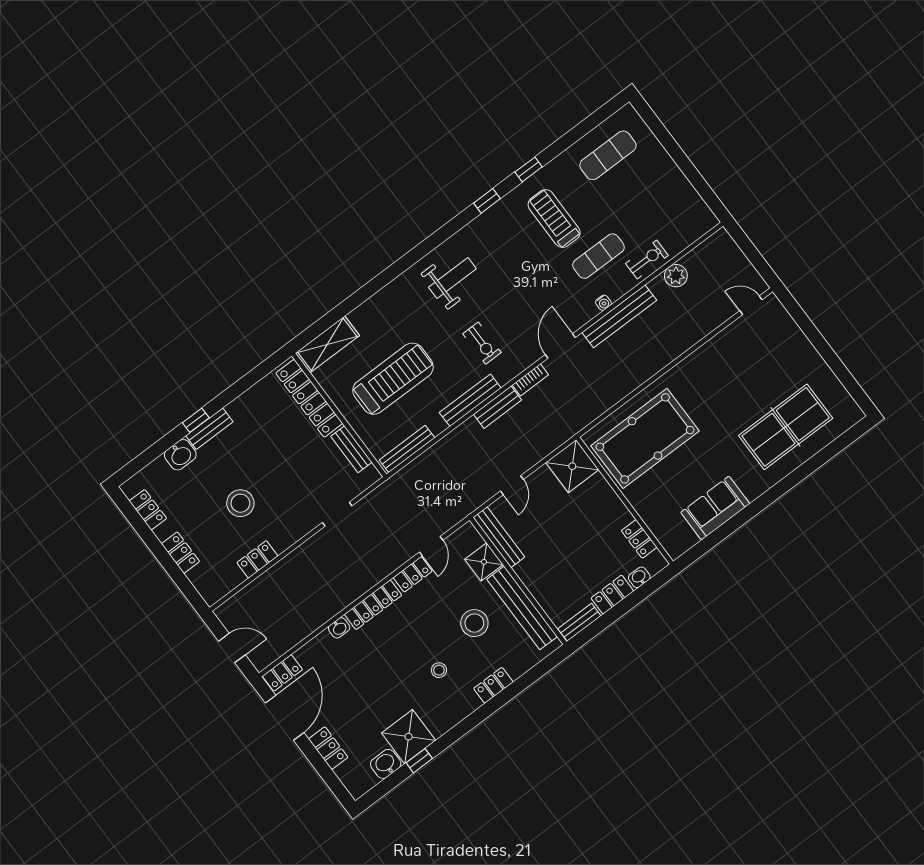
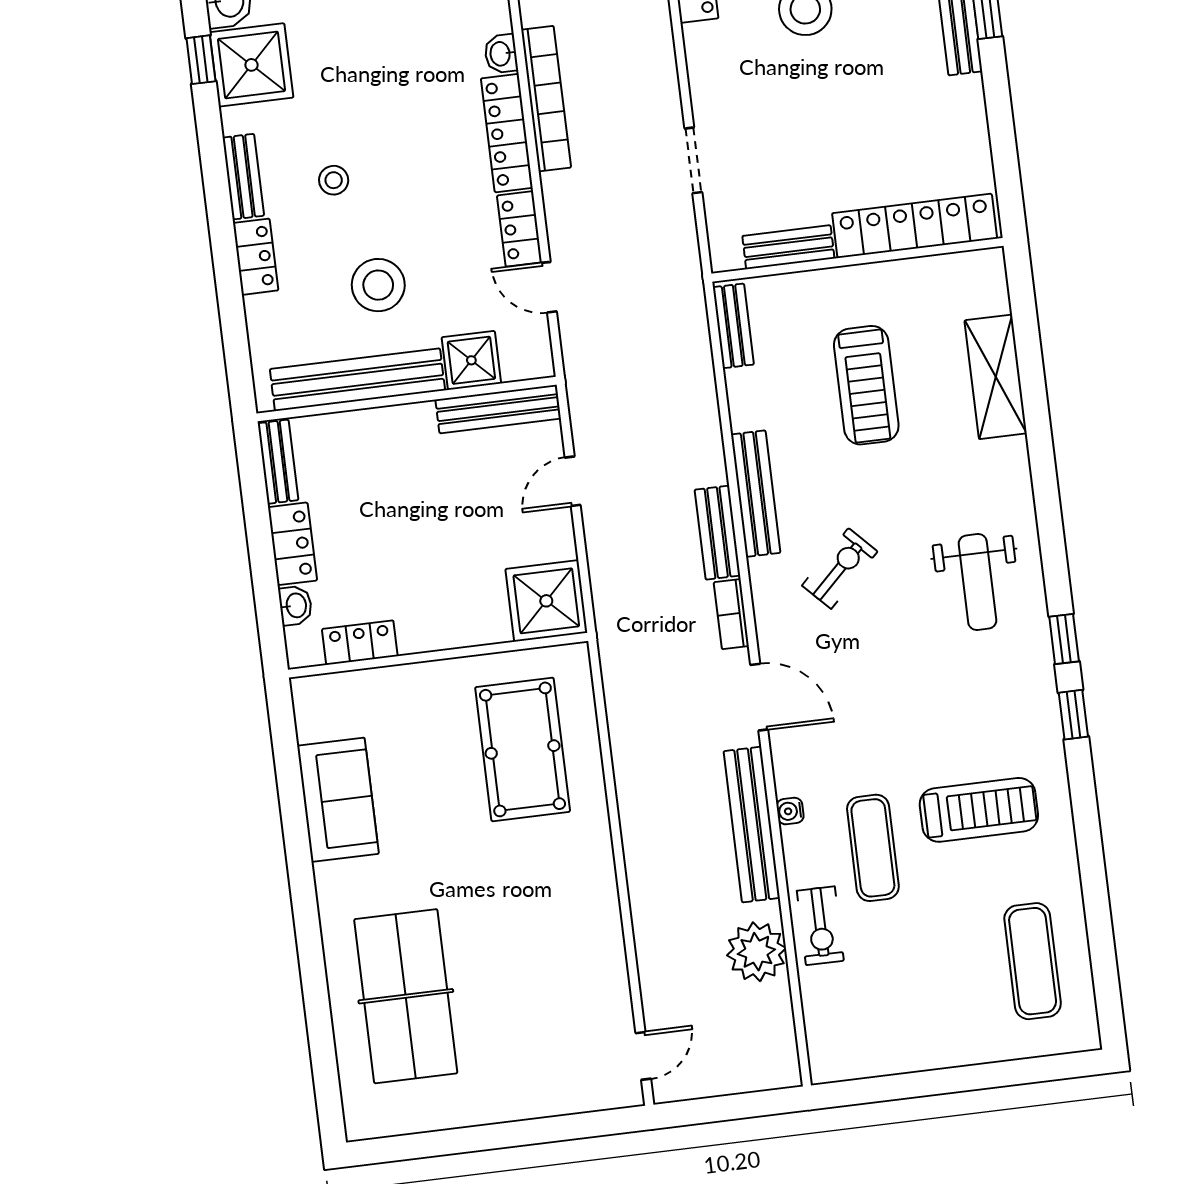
window: (529, 169) -> (1064, 639), moved
plant: (676, 276) -> (756, 952), width x1.36, depth x1.36
exercise bike: (482, 343) -> (840, 569), turned 136
shelving: (327, 344) -> (996, 377), moved
treadmill: (393, 379) -> (866, 385), width x0.73, depth x0.73
pool table: (645, 438) -> (523, 749), width x0.73, depth x0.76
bench: (407, 449) -> (733, 326), width x0.73
door: (512, 485) -> (573, 481), hinge flipped
bookcase: (347, 596) -> (546, 99), added
bench: (461, 712) -> (243, 177), added

